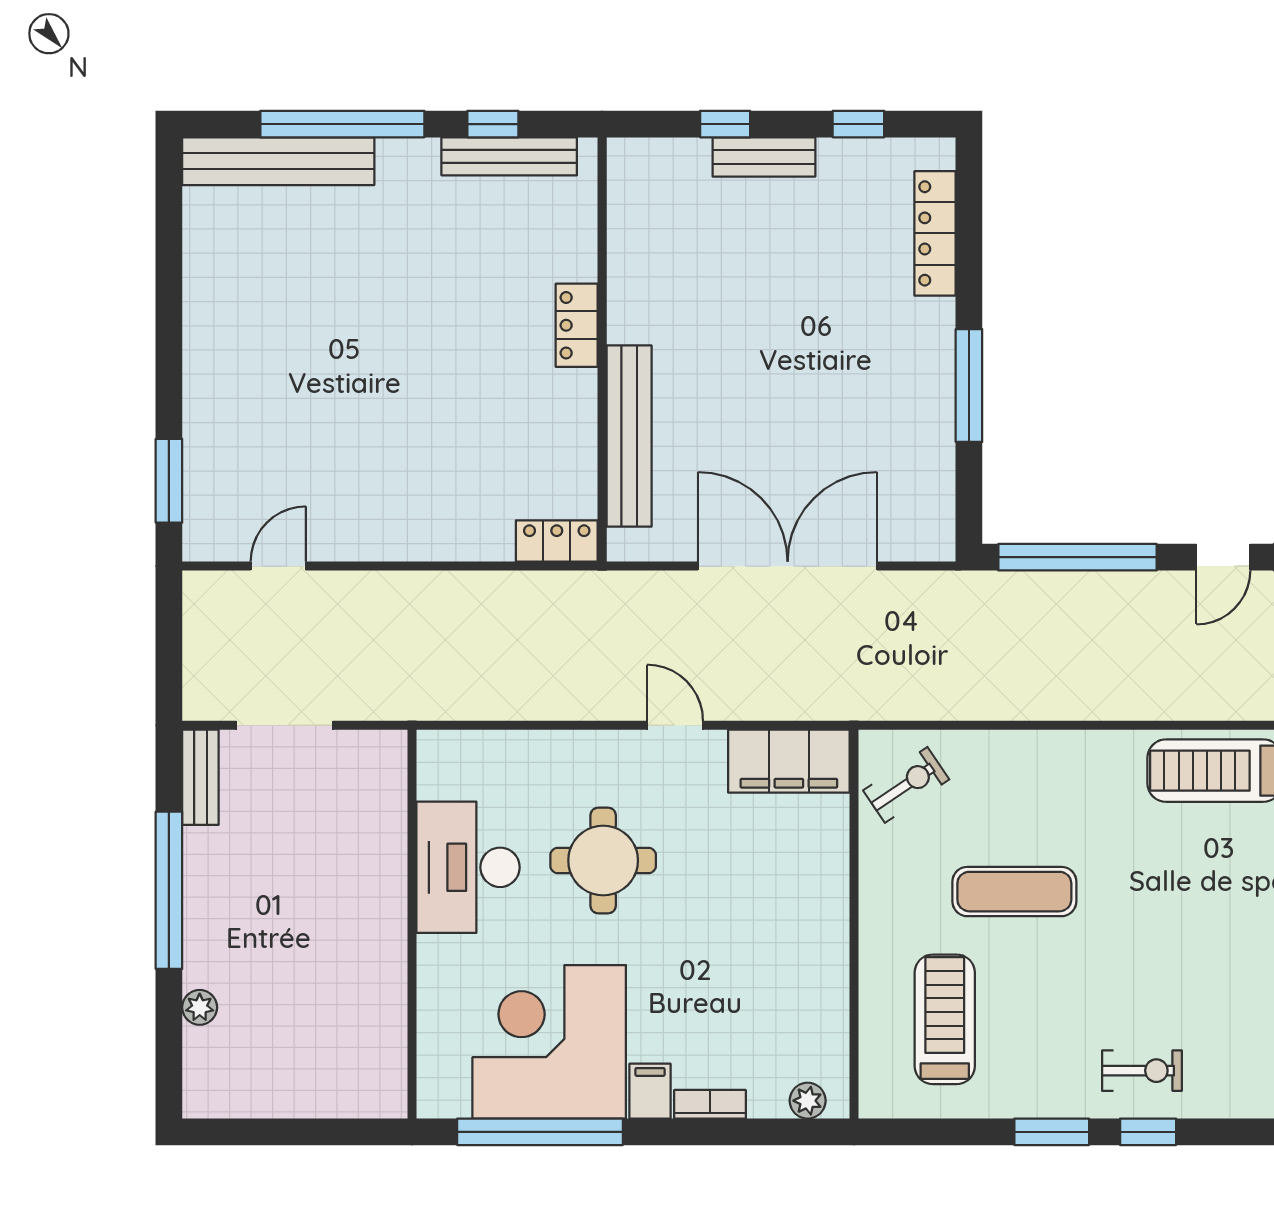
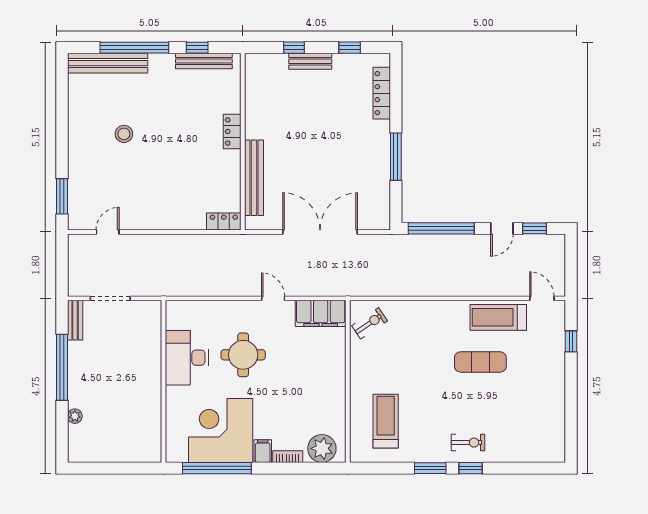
stool: (317, 331) -> (124, 134), added
exercise mat: (1014, 892) -> (480, 362), moved
plant: (808, 1101) -> (322, 448), width x1.87, depth x1.87

